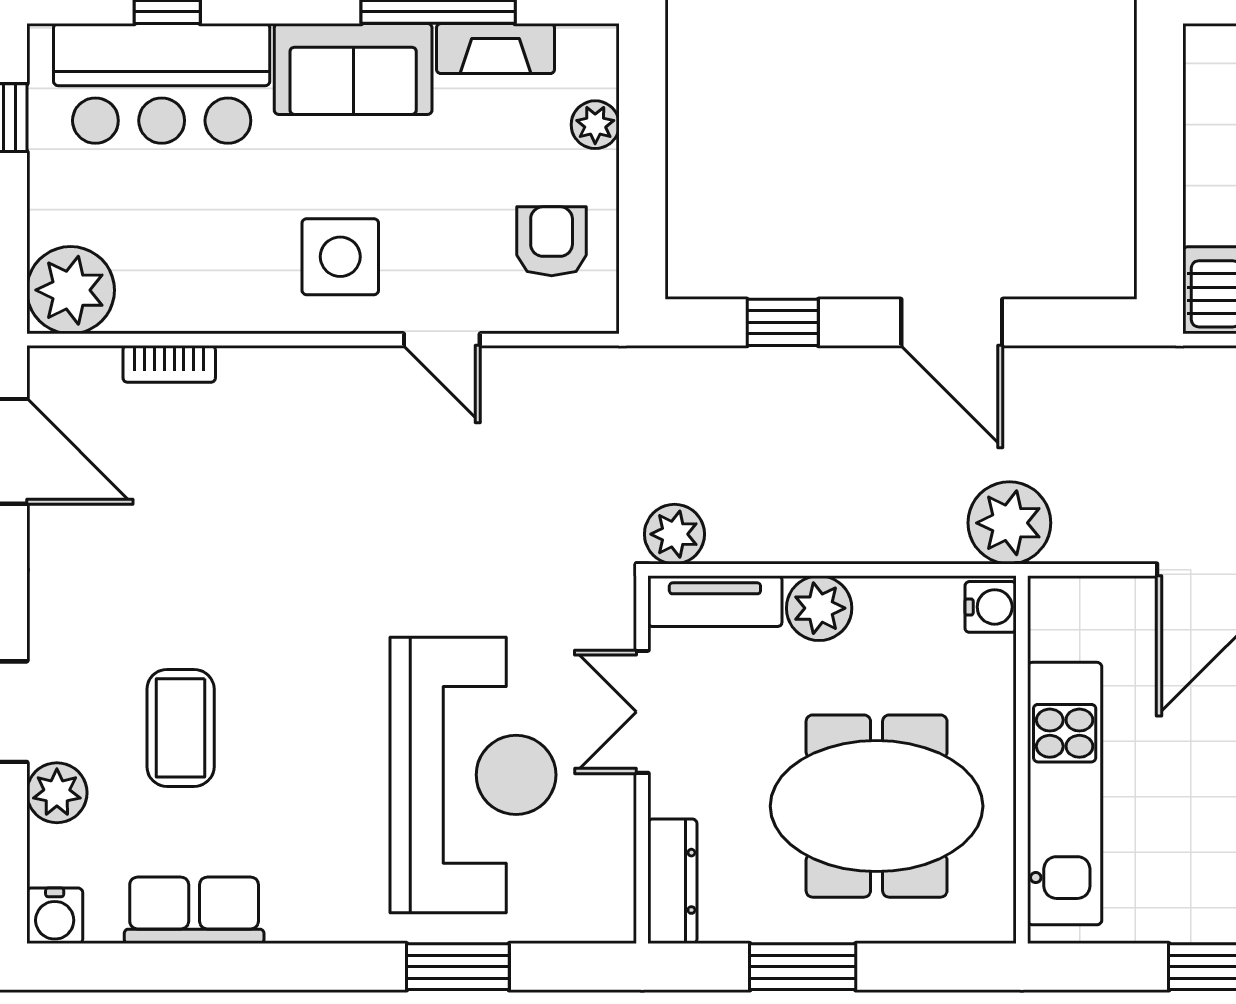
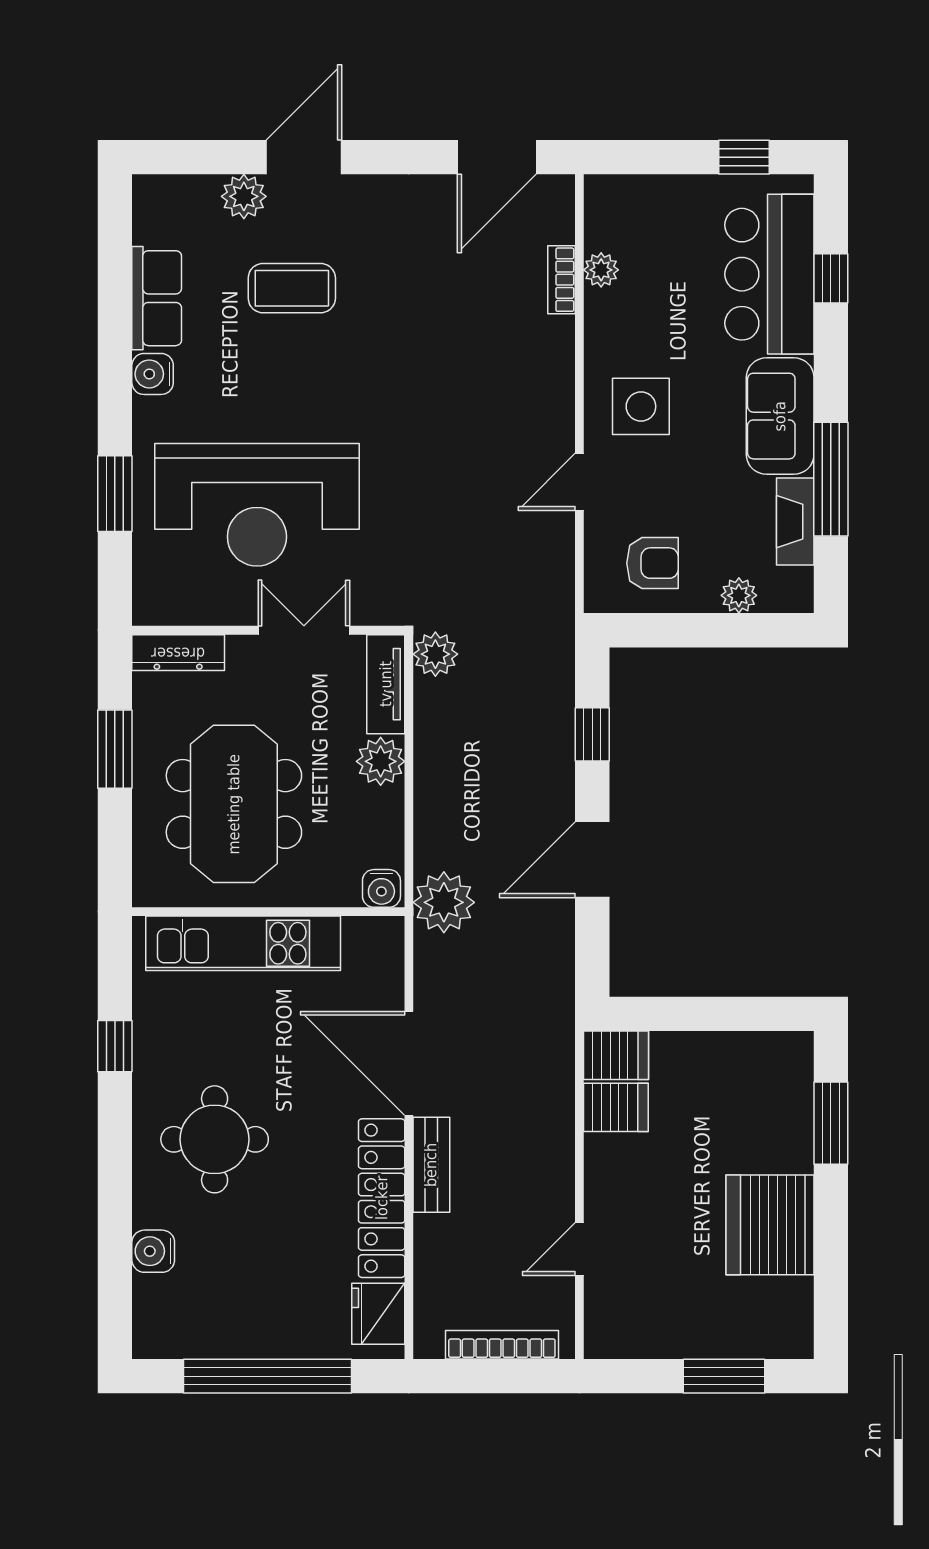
plant: (71, 290) -> (601, 270), moved, width x0.53, depth x0.53
water cooler: (55, 916) -> (153, 374), moved

